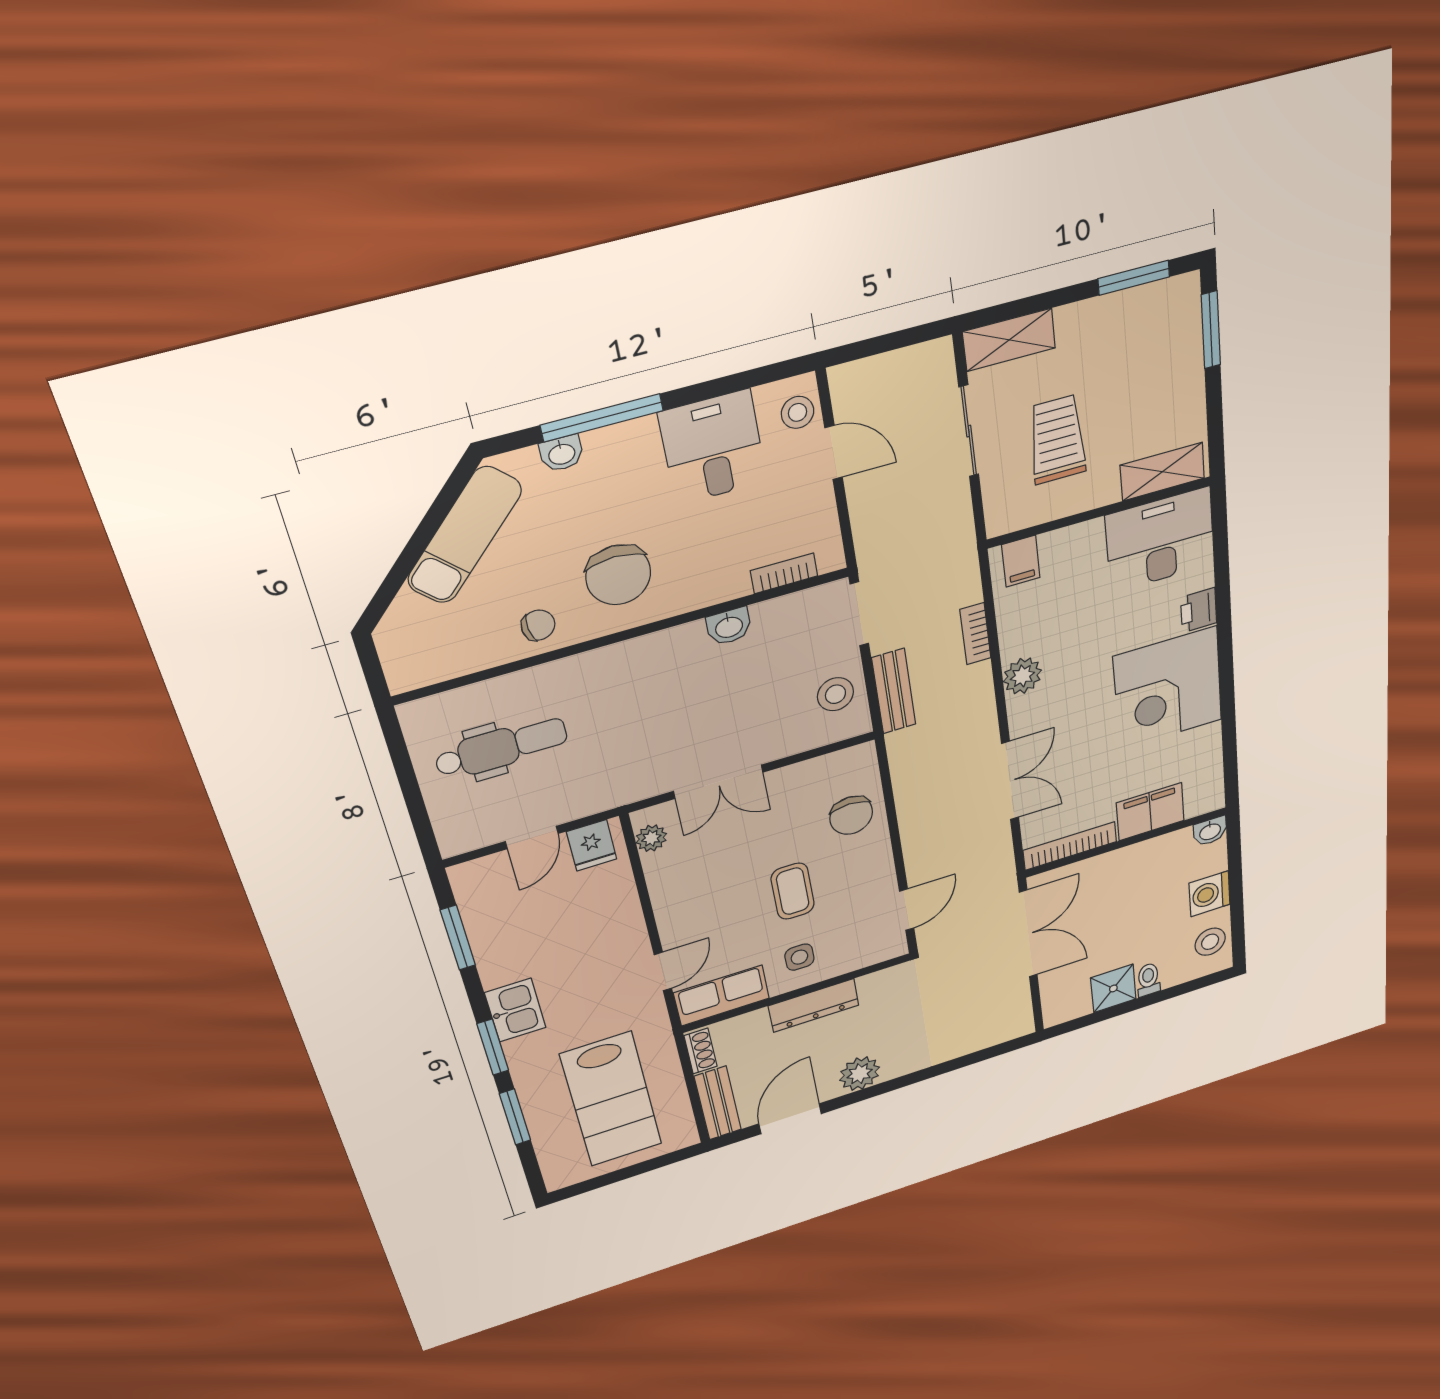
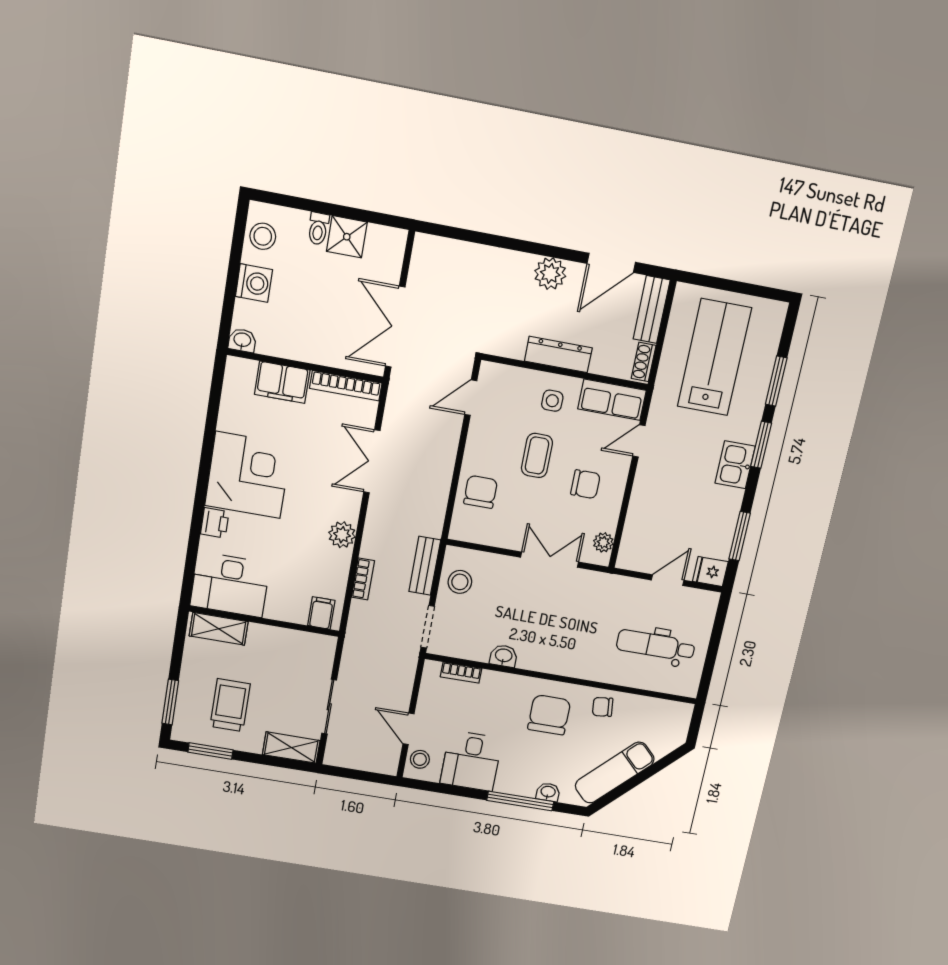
trolley: (1057, 440) -> (230, 705), moved, turned 180
fridge: (592, 845) -> (710, 572), moved, turned -90
chair: (711, 892) -> (585, 484), added

